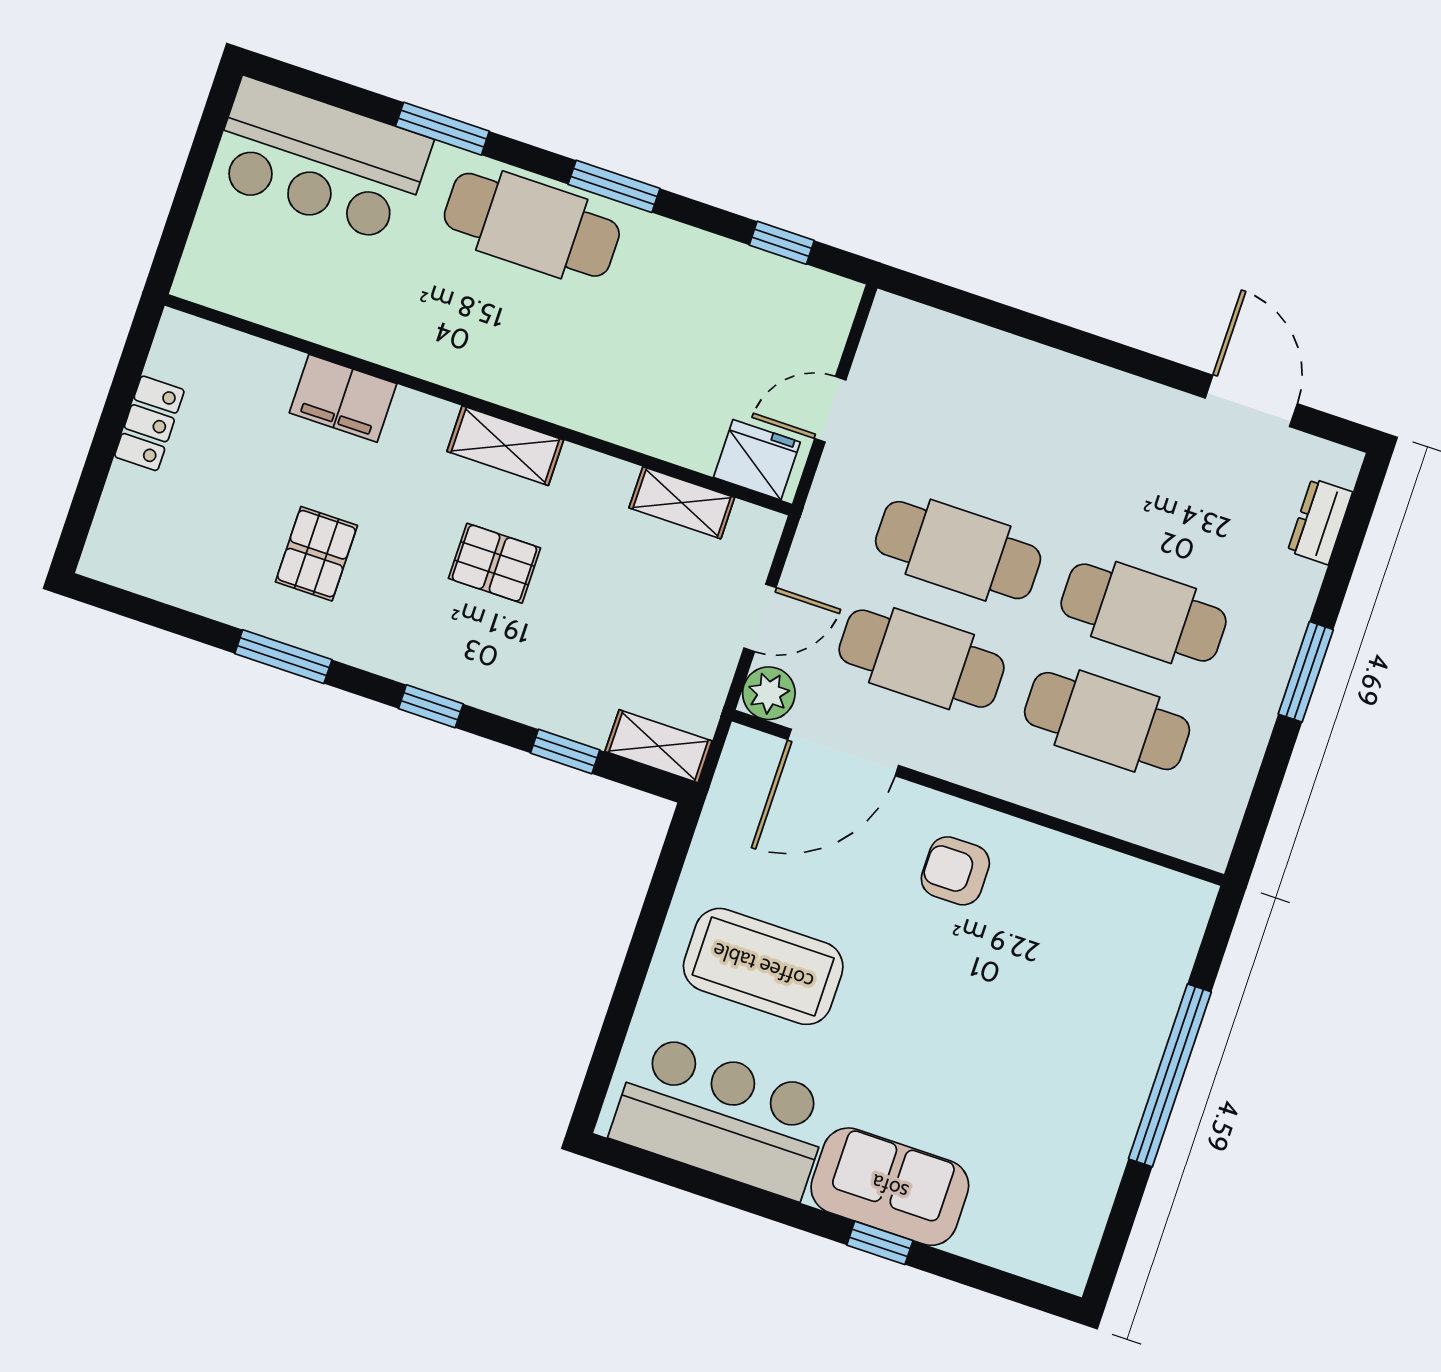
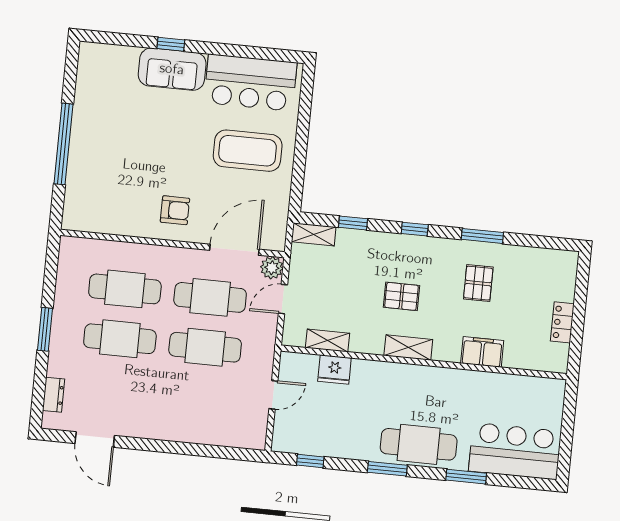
fridge: (757, 460) -> (334, 370), moved

